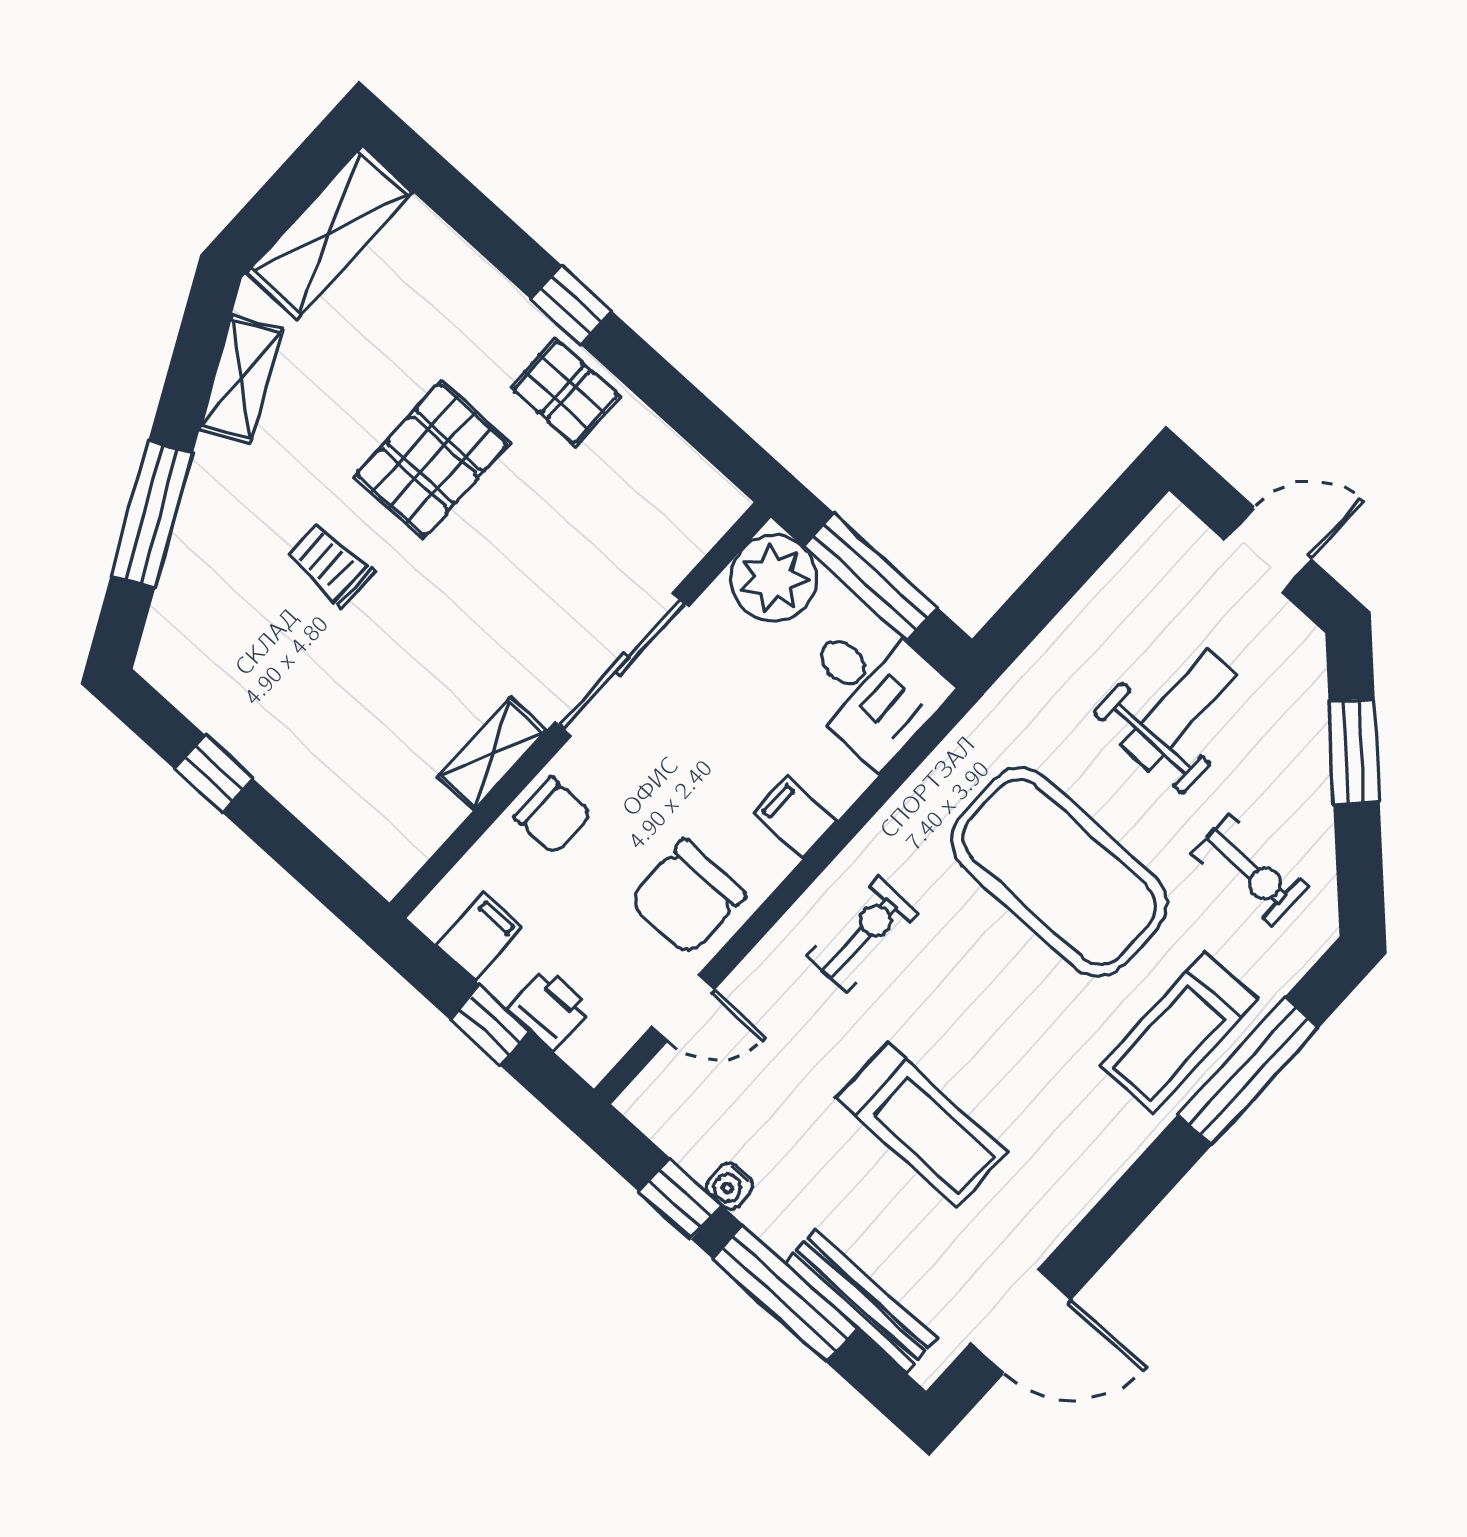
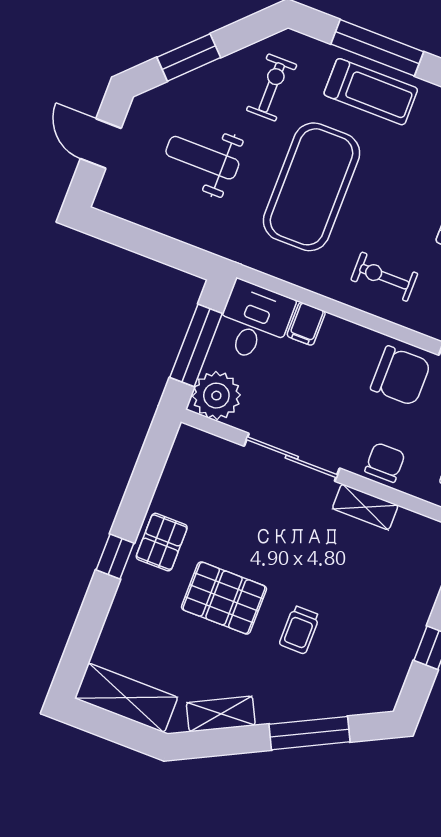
filing cabinet: (796, 817) -> (306, 324), moved

